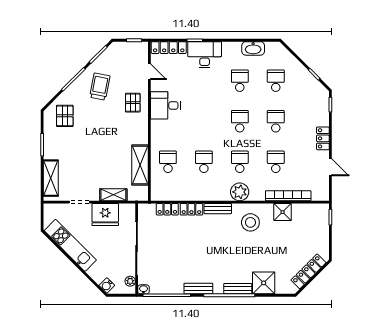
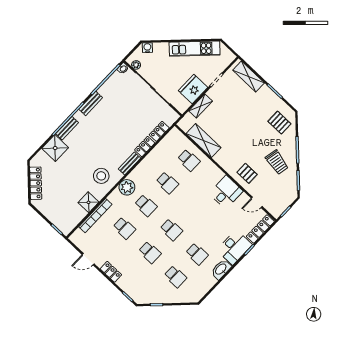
washbasin: (253, 48) -> (221, 269), moved

